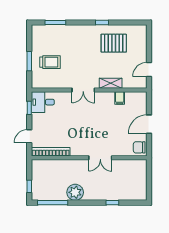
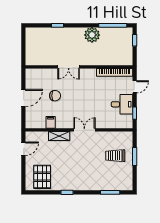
pallet: (114, 43) -> (42, 177), moved, turned 90
desk: (43, 102) -> (122, 104), moved
chair: (139, 147) -> (55, 96), moved
double door: (100, 158) -> (69, 67), swing flipped

